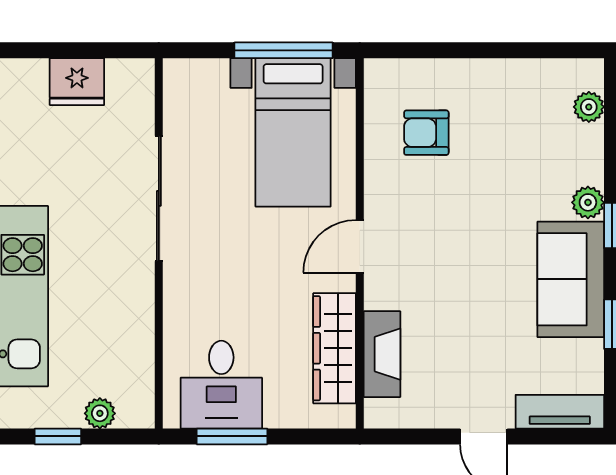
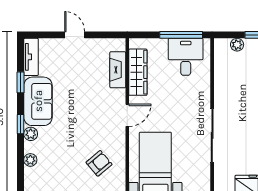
plant: (589, 107) -> (30, 160), moved
armchair: (426, 133) -> (99, 163), turned -40
tv unit: (560, 412) -> (31, 57), moved, turned -90
window: (232, 436) -> (181, 35), width x1.44

